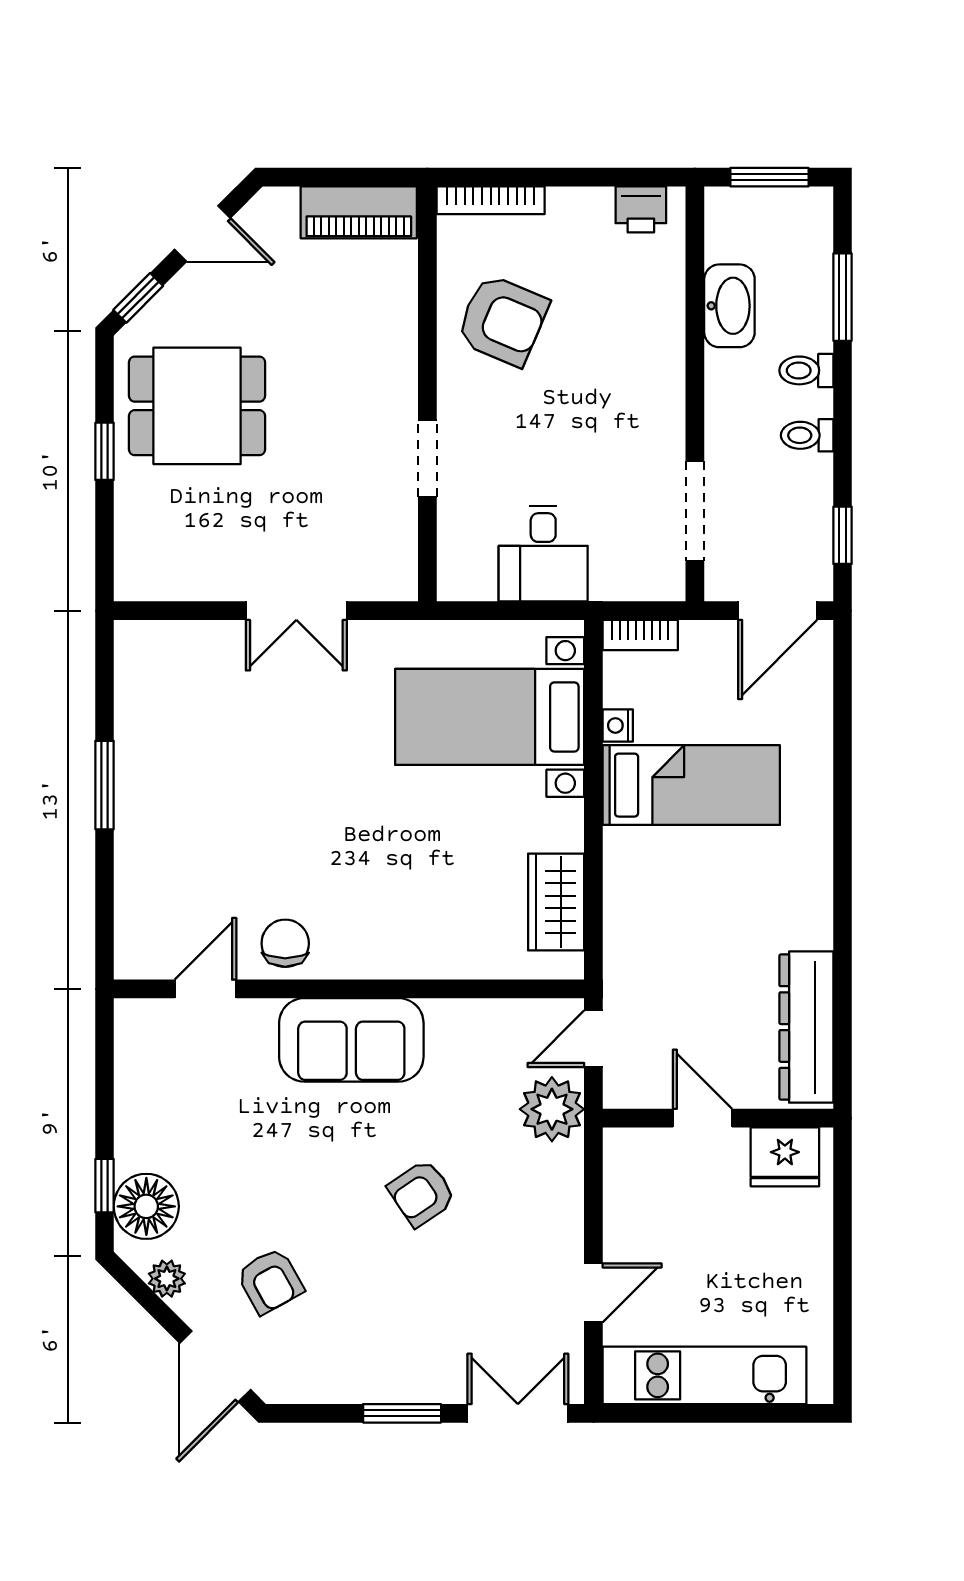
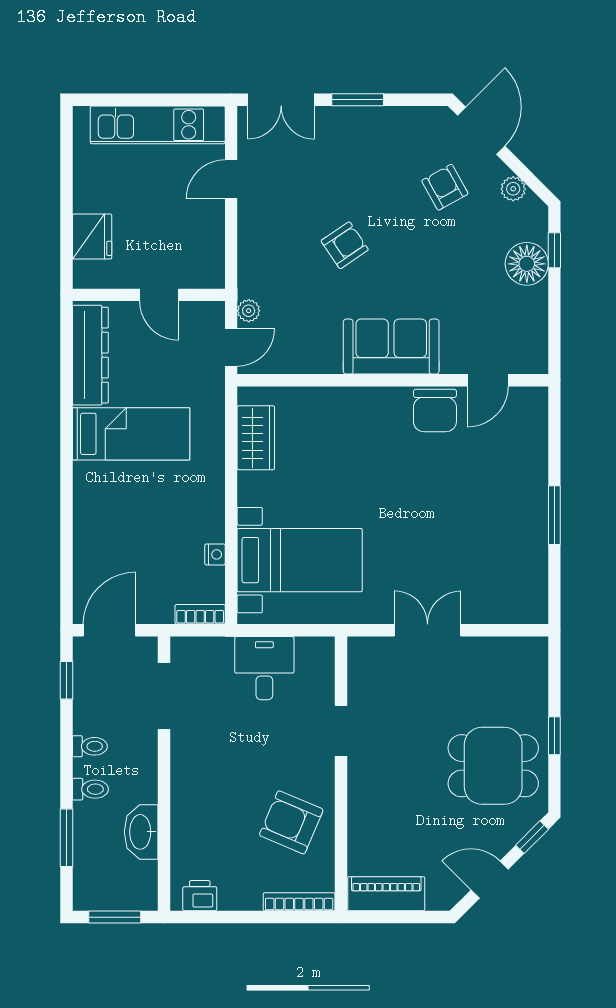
bed: (691, 785) -> (131, 434), moved, turned 180
chair: (285, 943) -> (435, 410), width x1.37, depth x1.37
plant: (552, 1109) -> (249, 311), width x0.53, depth x0.53
fridge: (785, 1157) -> (92, 237), moved, turned 90
floor lamp: (146, 1206) -> (527, 264), moved

